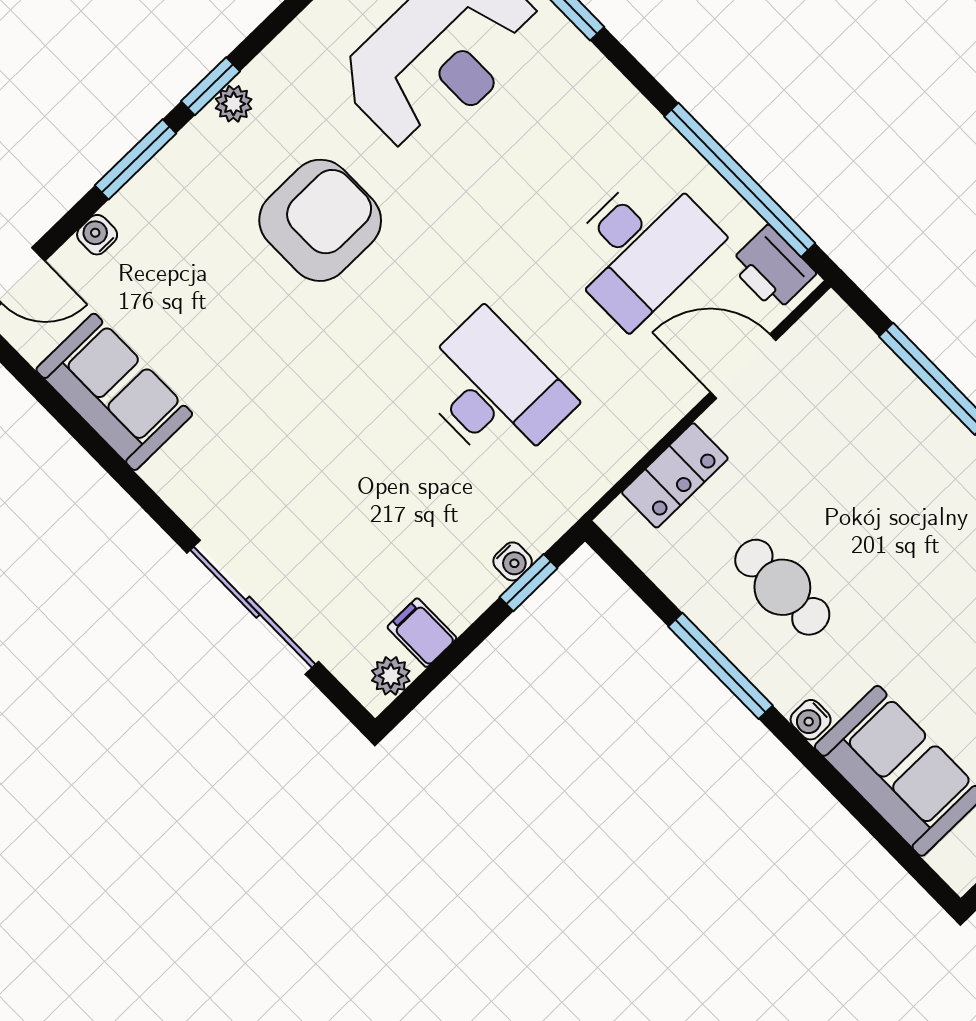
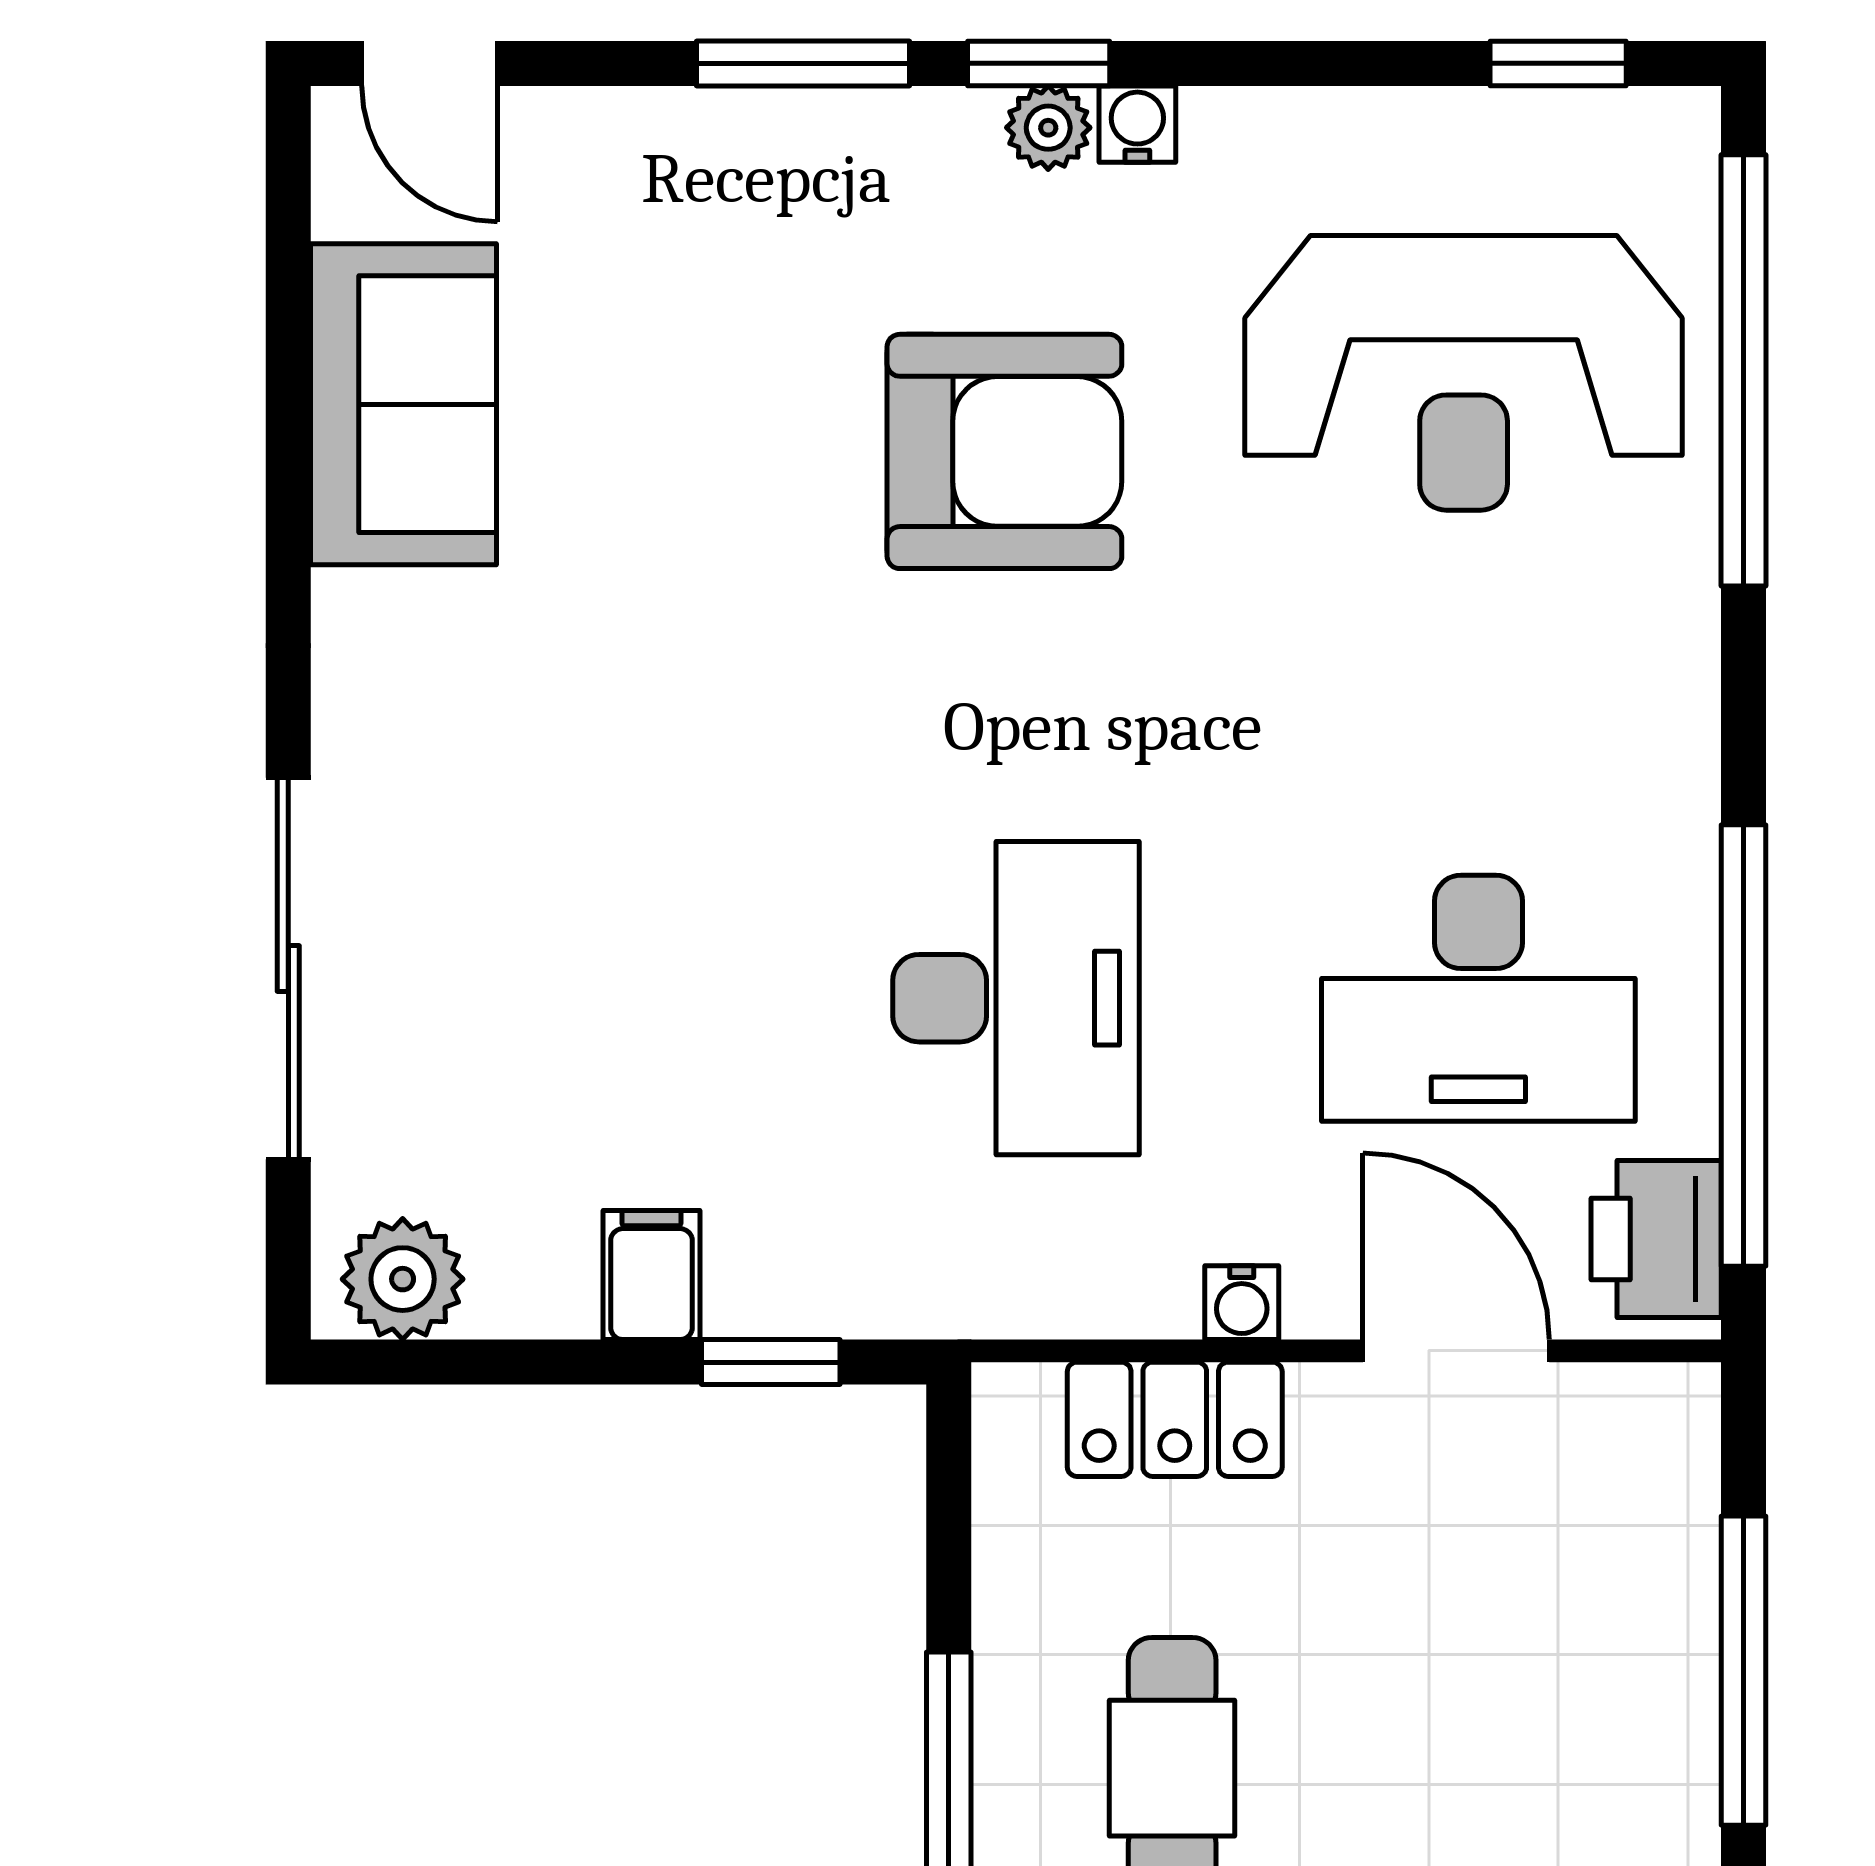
water cooler: (97, 235) -> (1137, 124), moved
water cooler: (513, 561) -> (1242, 1303), moved
filing cabinet: (422, 633) -> (651, 1275), moved
plant: (391, 676) -> (403, 1279), width x1.38, depth x1.38

